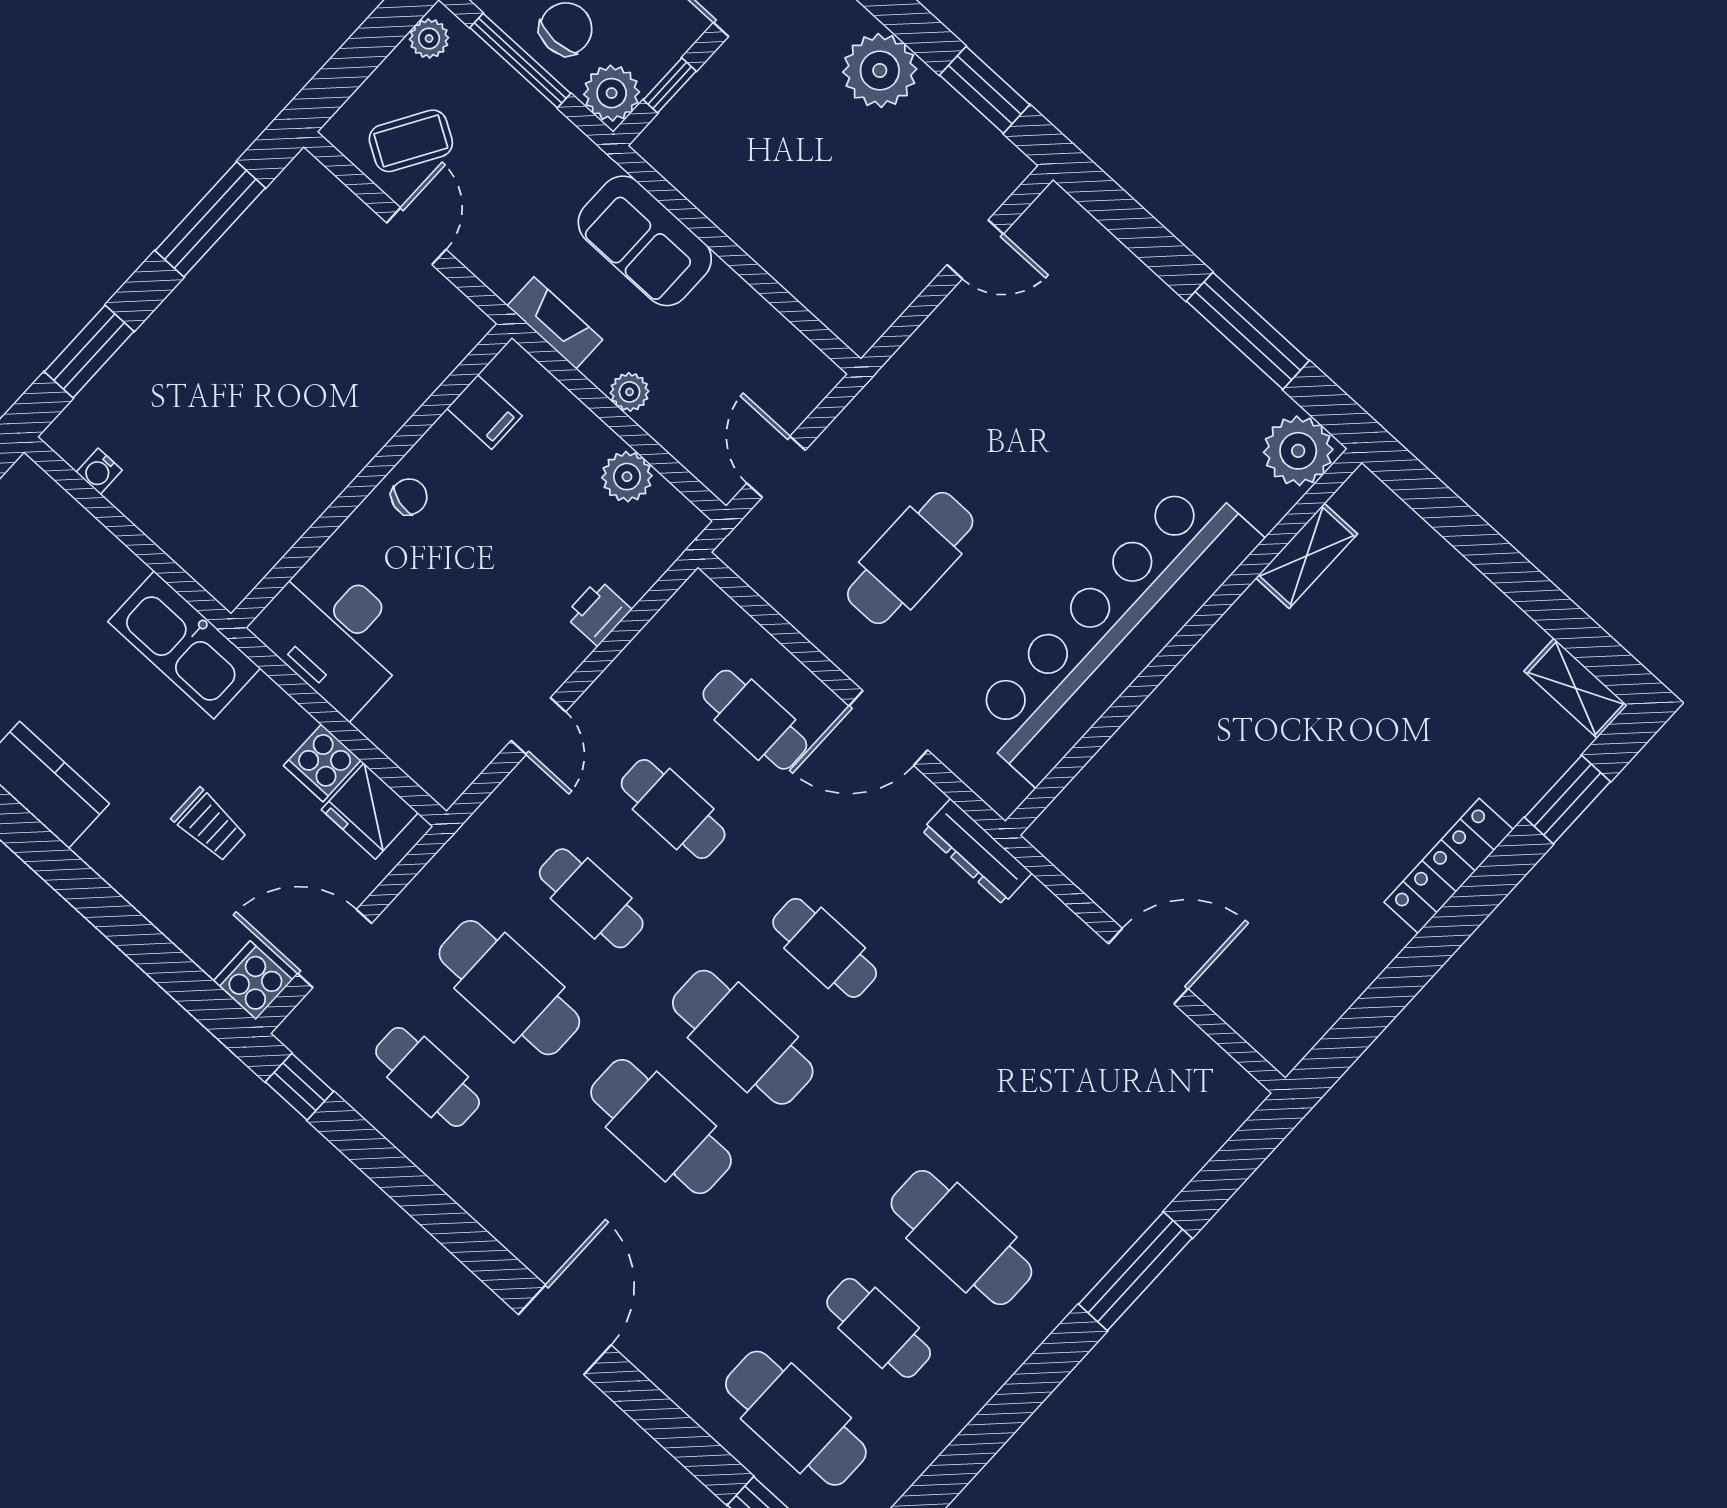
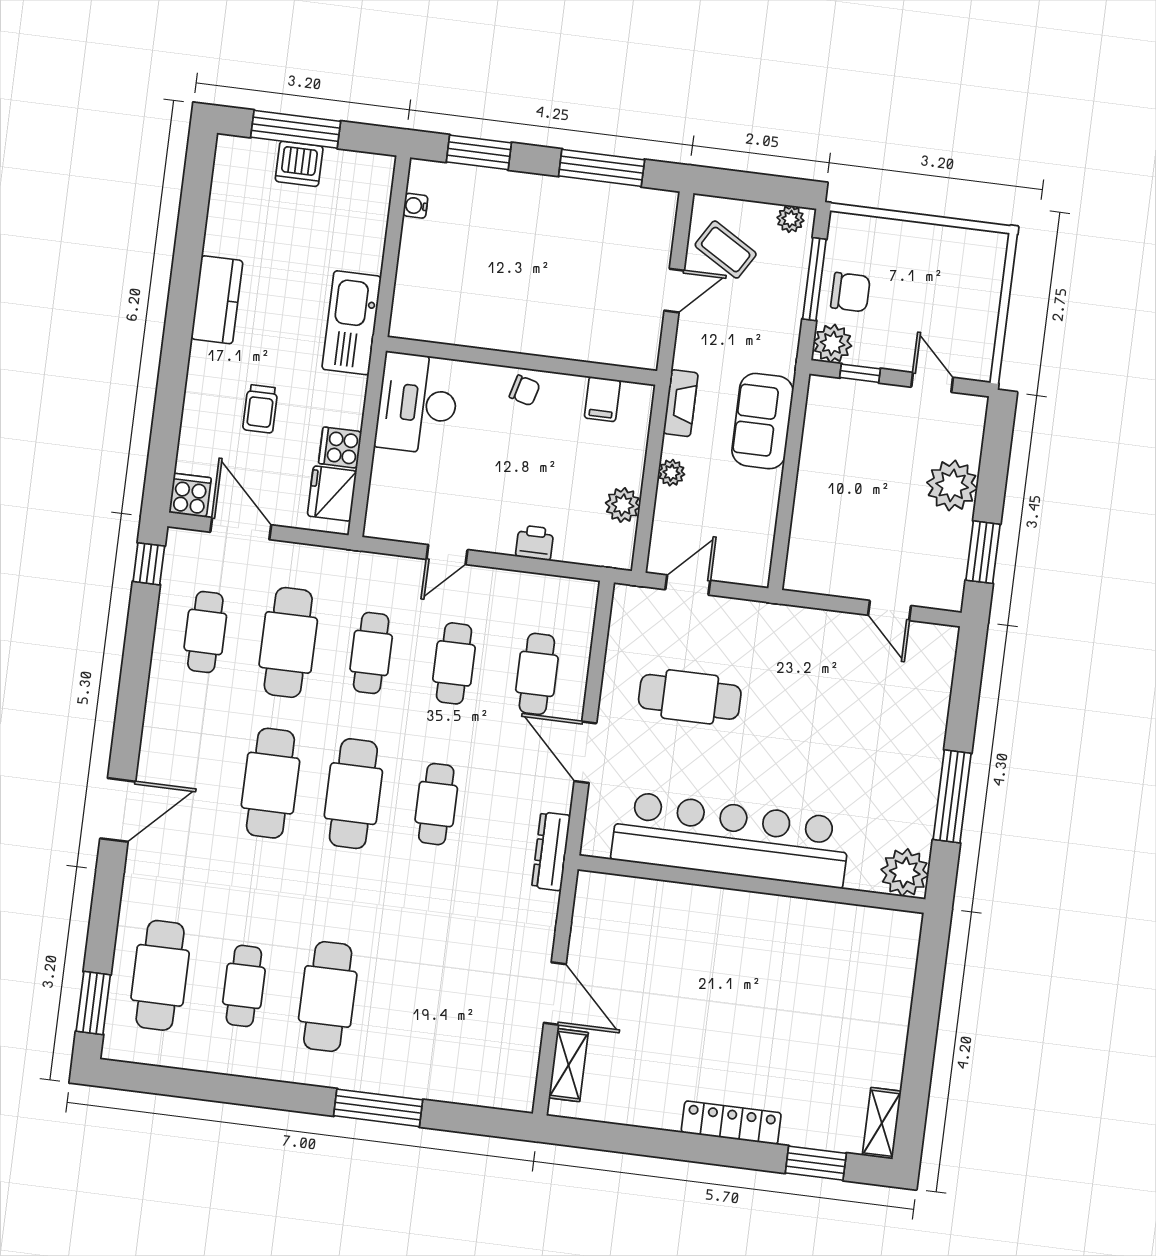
shelving: (1307, 556) -> (568, 1065), moved, turned 90

